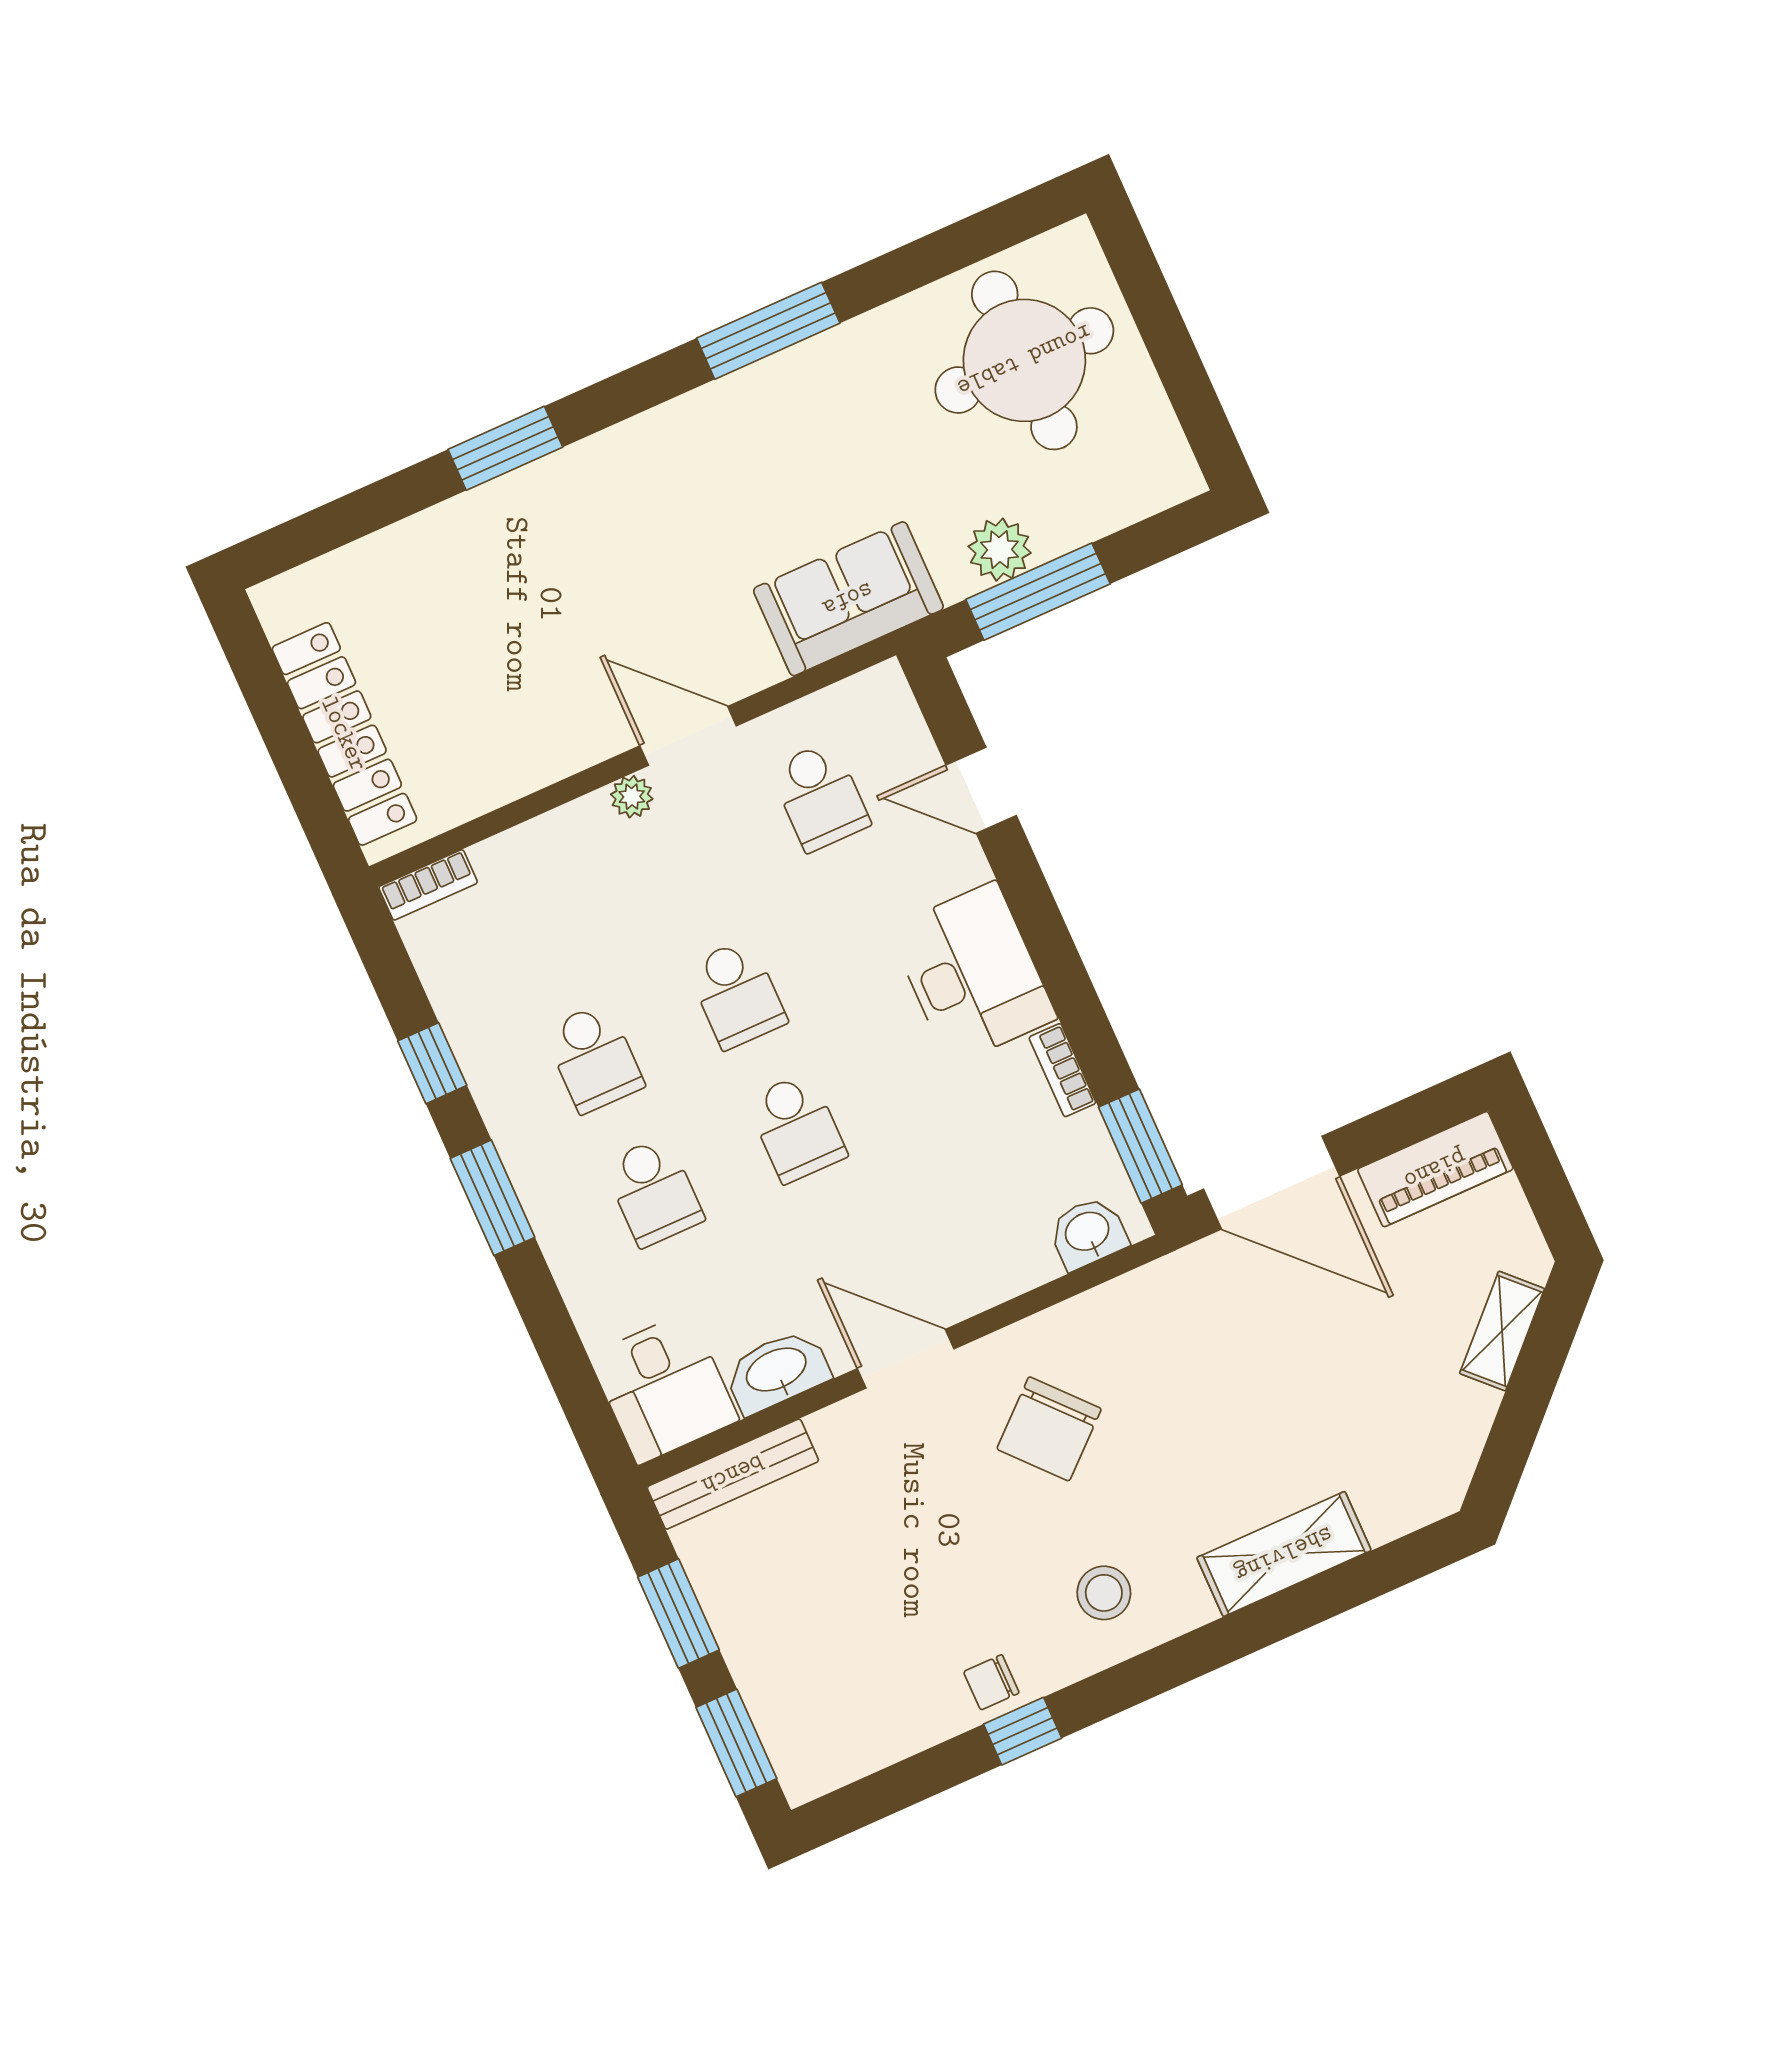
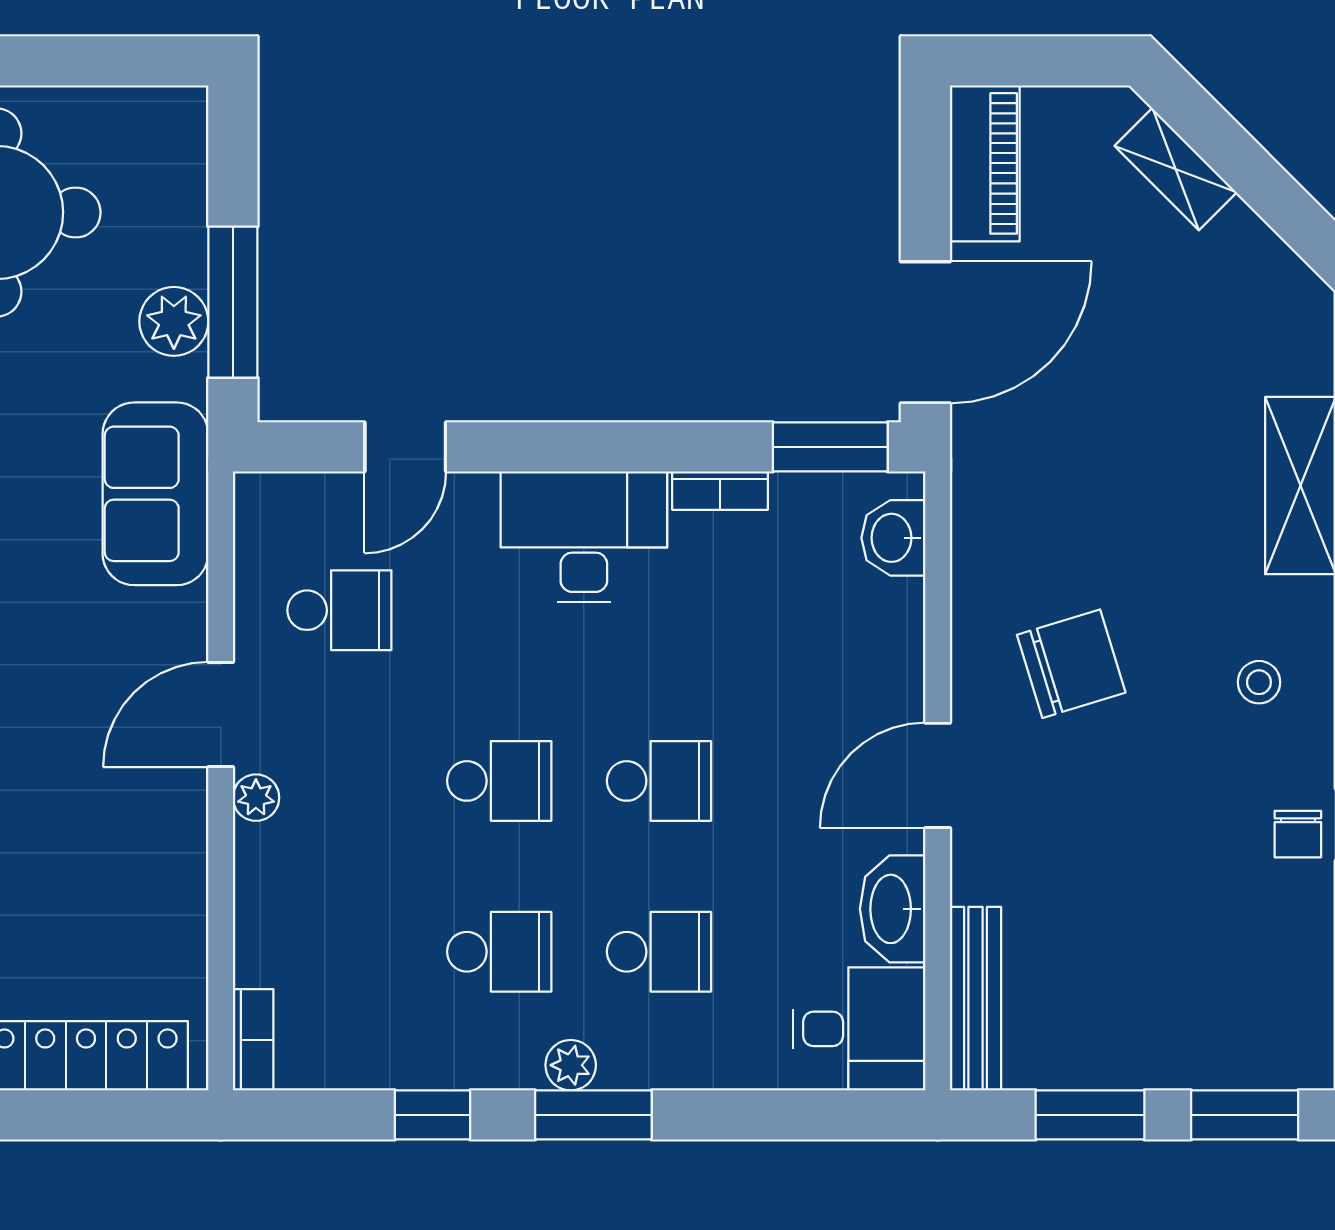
plant: (526, 1160) -> (571, 1065), added
chair: (1049, 1429) -> (1071, 664), turned -65
stool: (1104, 1593) -> (1259, 682), width x0.73, depth x0.73

